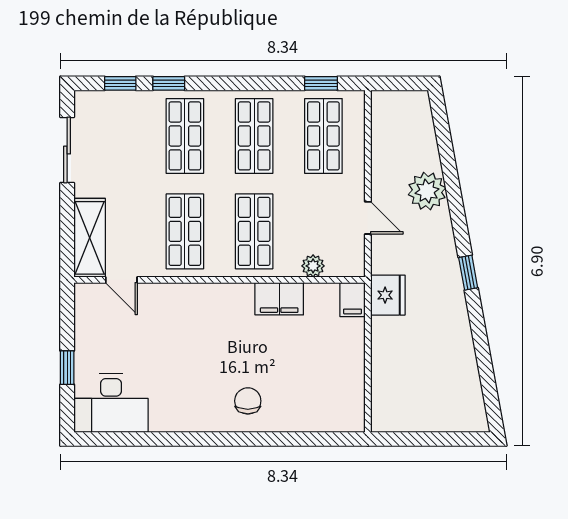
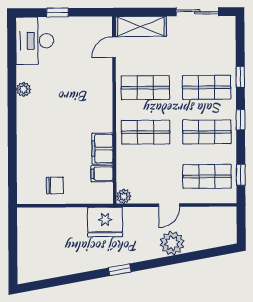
window: (120, 83) -> (241, 120), moved
door: (368, 218) -> (169, 205), moved
plant: (313, 266) -> (124, 196), moved
fridge: (388, 295) -> (105, 222), width x1.36, depth x1.34
filing cabinet: (353, 300) -> (102, 174), moved
chair: (248, 401) -> (55, 185), moved
plant: (186, 421) -> (24, 89), added

